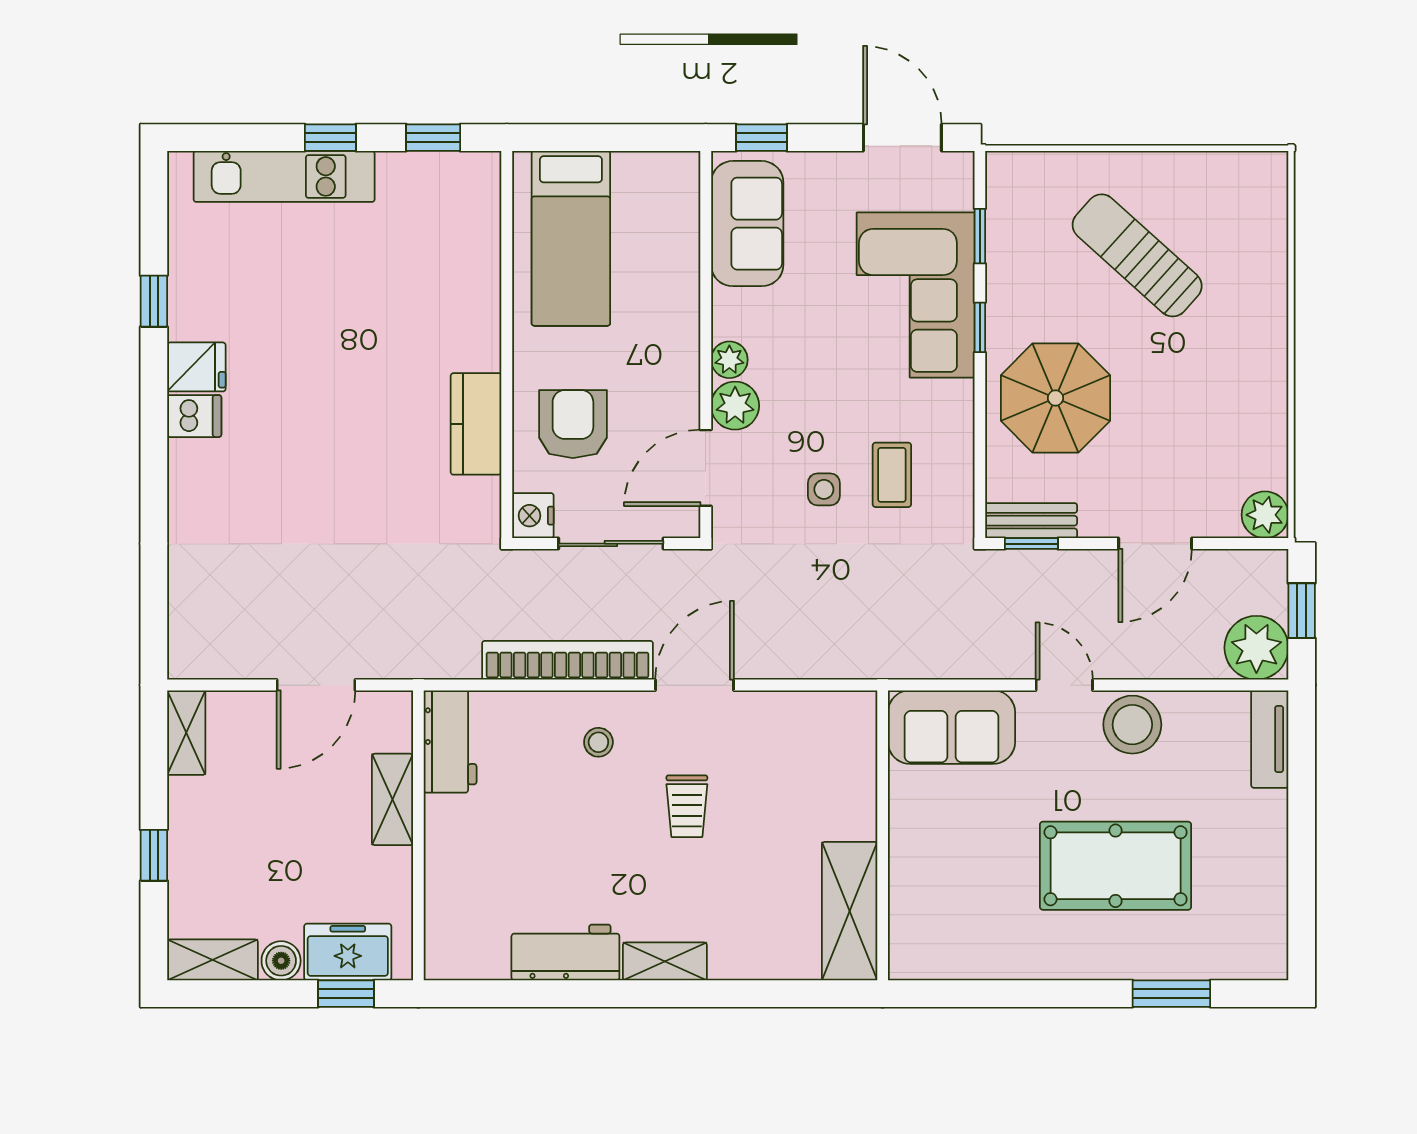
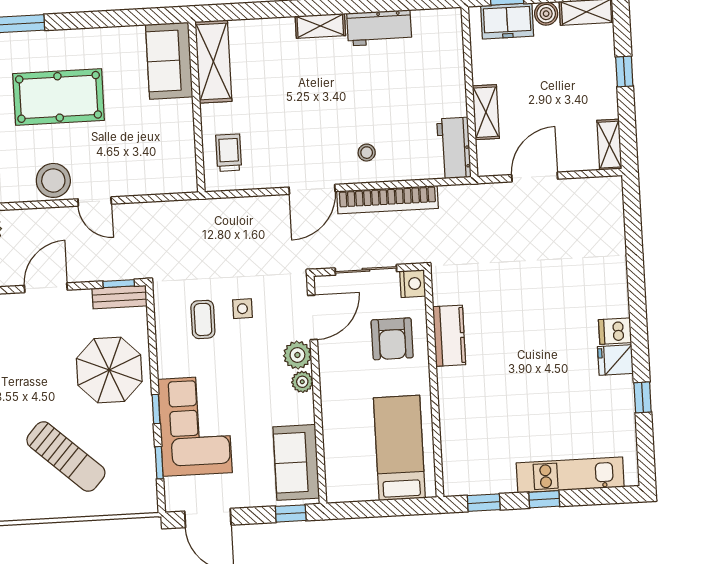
sofa: (952, 727) -> (169, 61), moved, turned -90
trolley: (687, 806) -> (229, 153), moved

